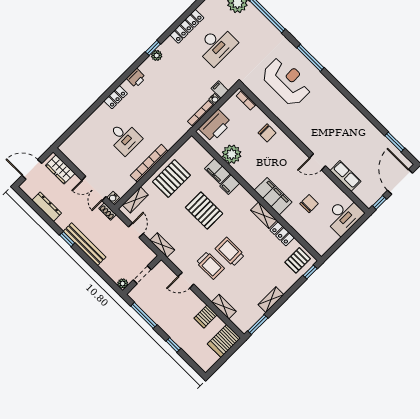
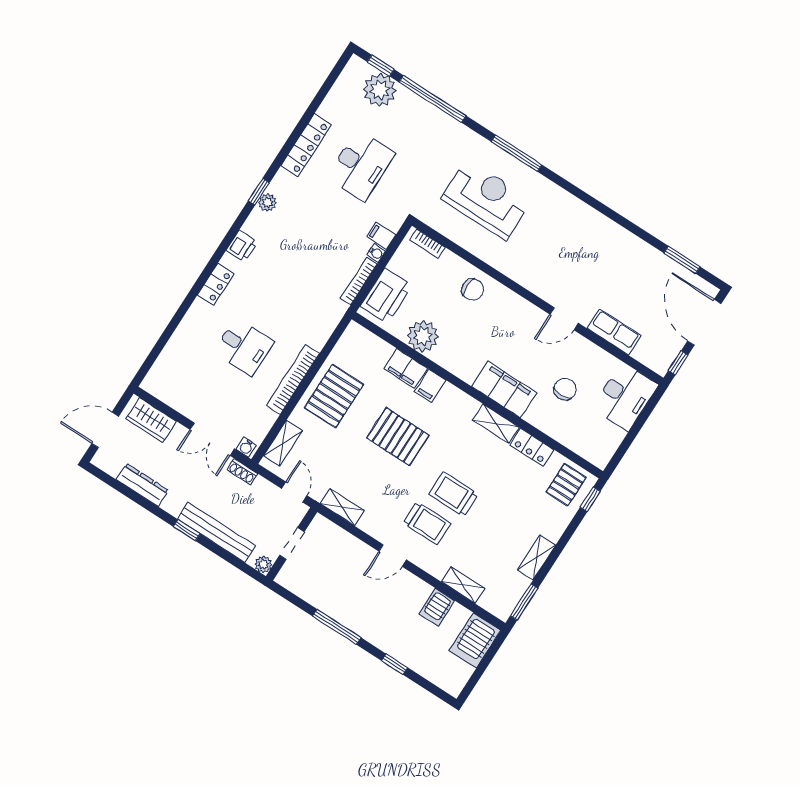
doorway: (142, 275) -> (292, 544), moved
wall: (142, 275) -> (292, 544), moved
plant: (123, 283) -> (263, 564), moved

